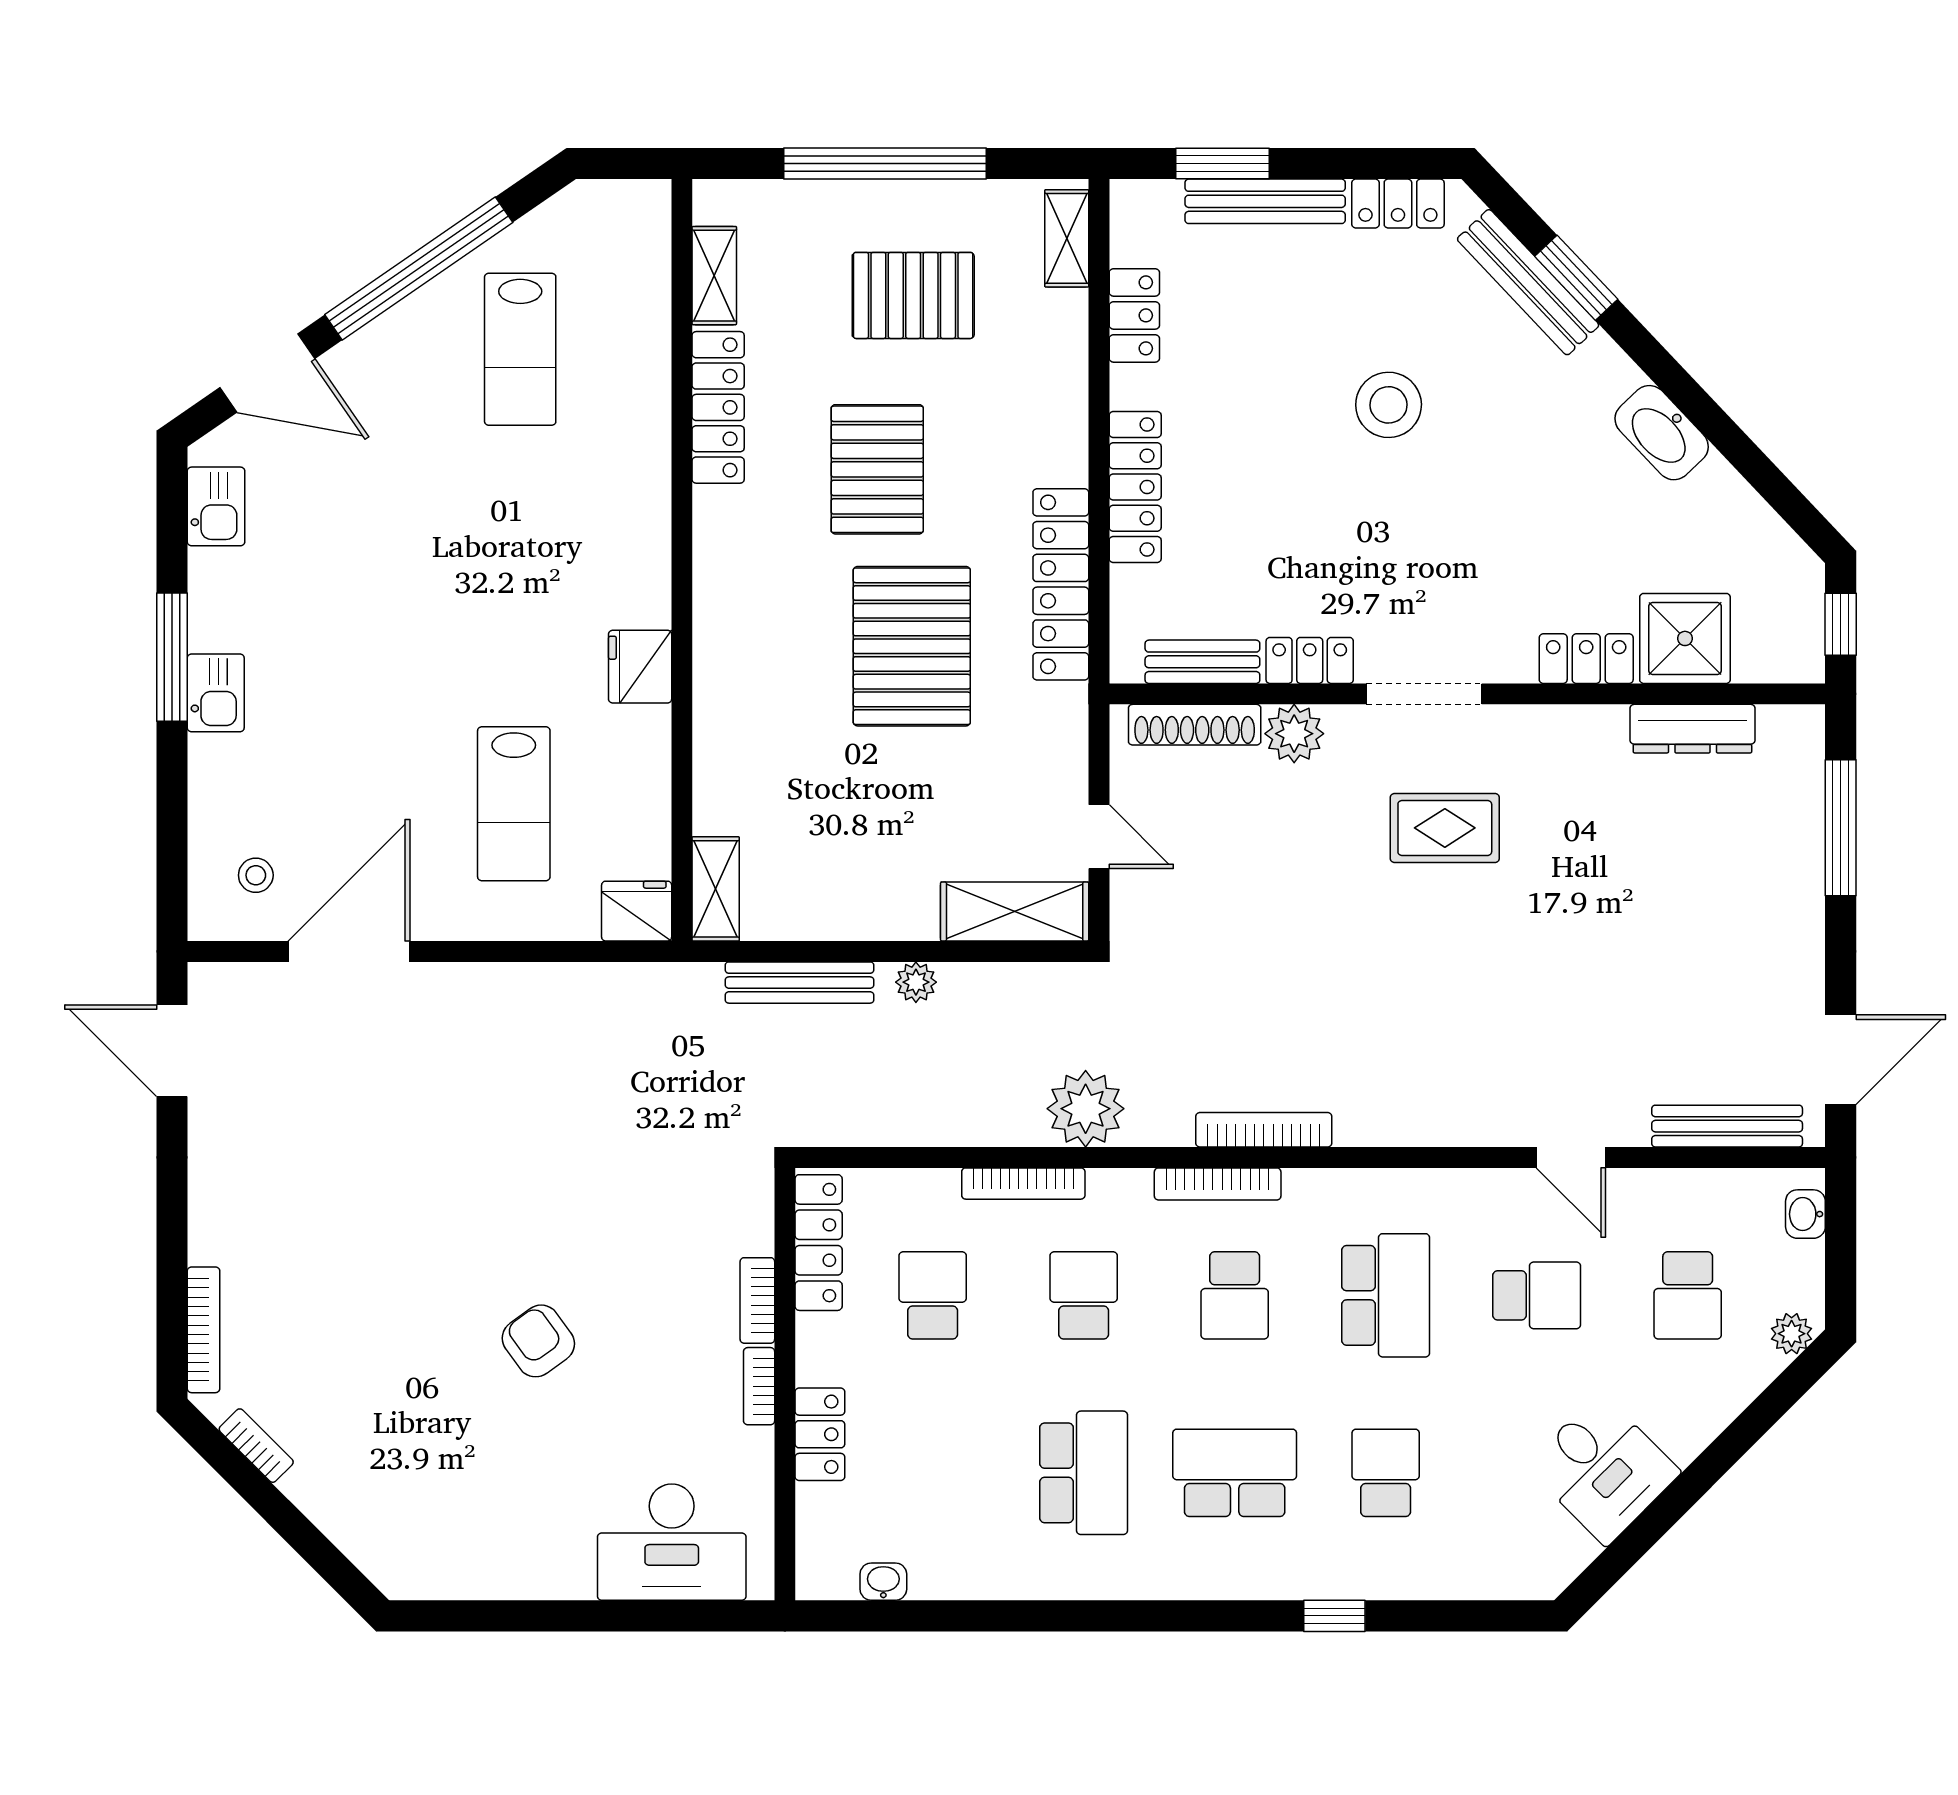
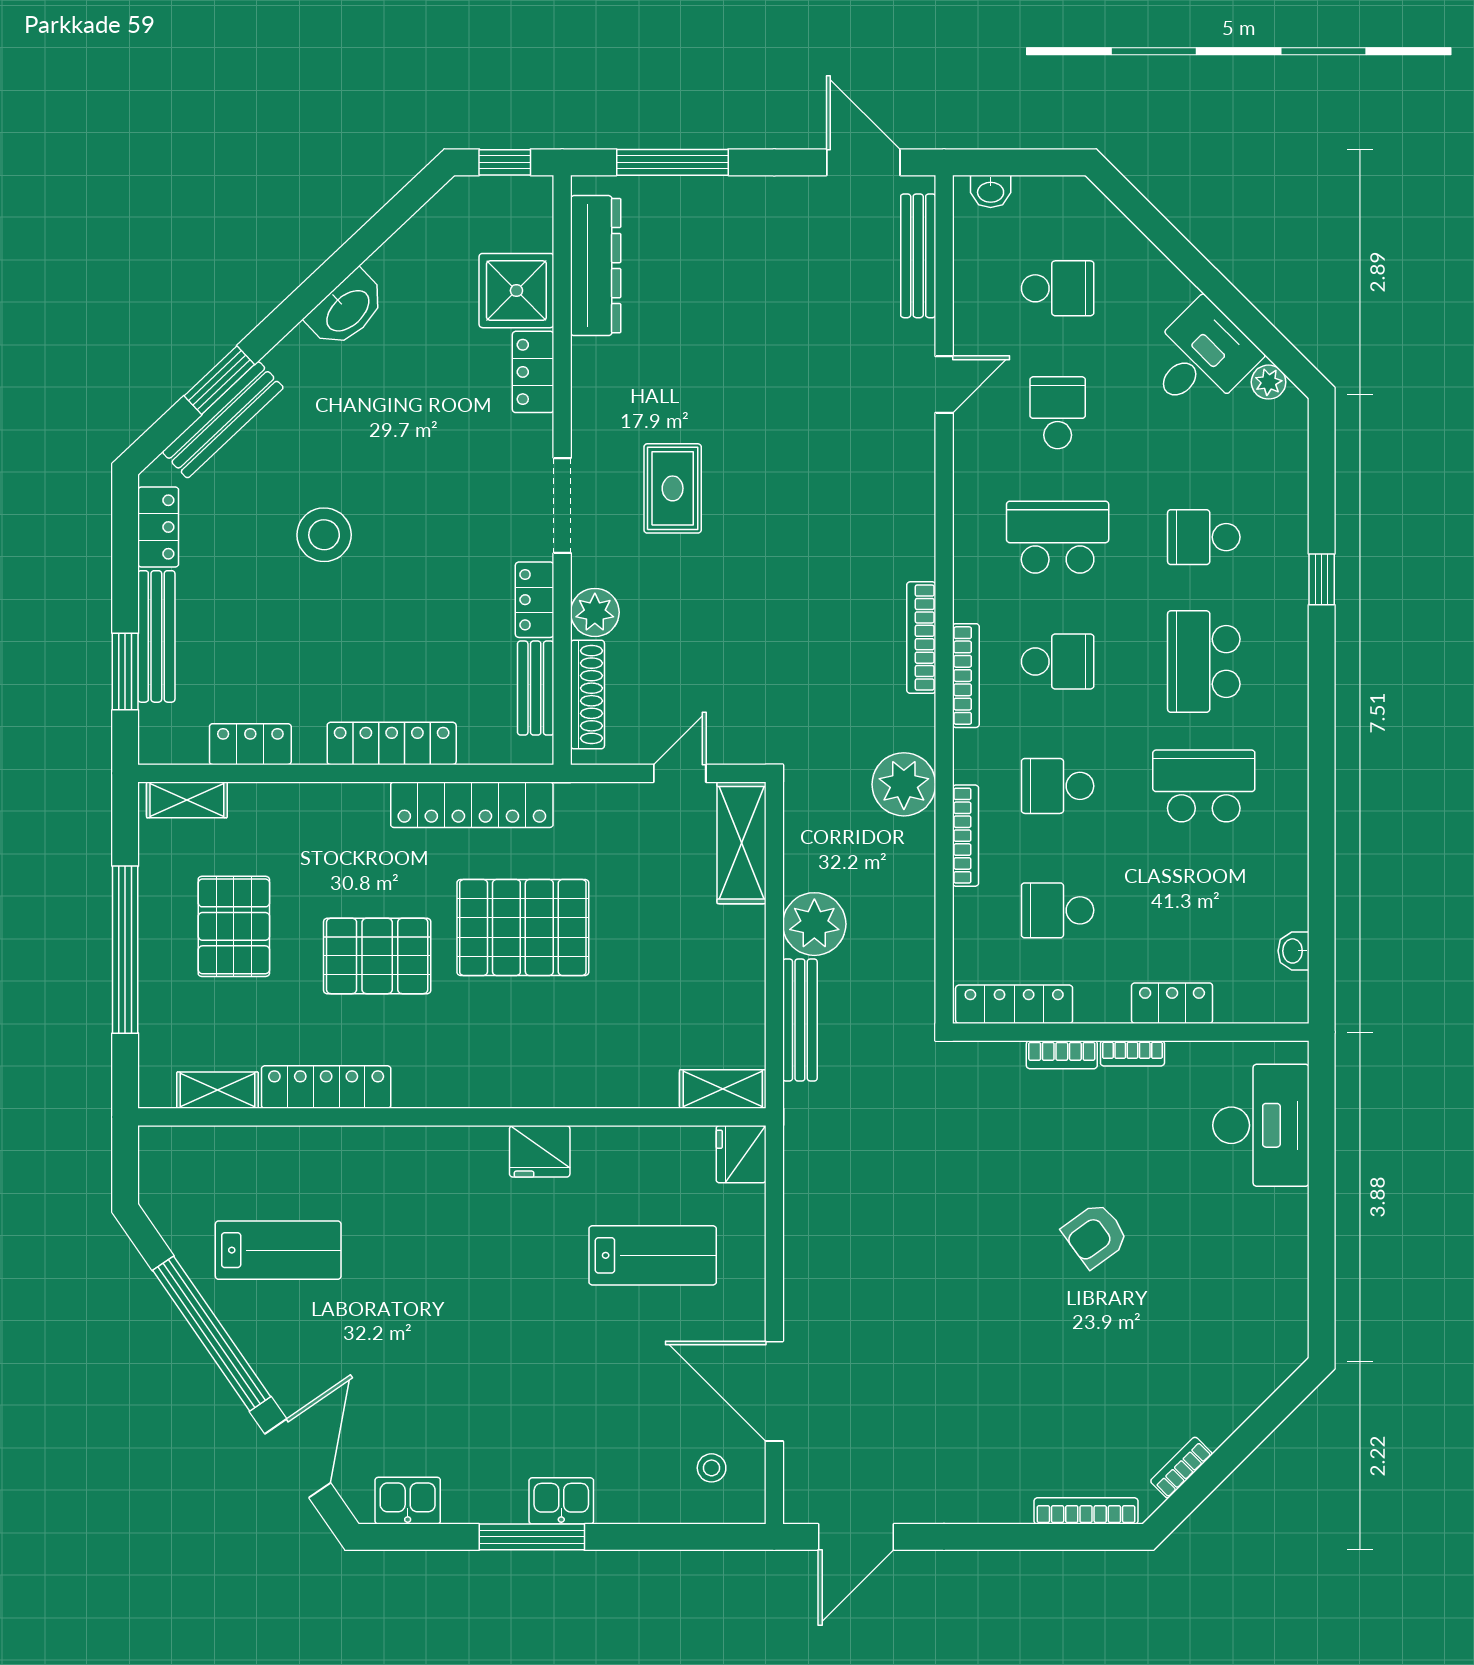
dresser: (1692, 729) -> (596, 266), width x1.37, depth x1.24
plant: (916, 982) -> (814, 924), width x1.87, depth x1.87
plant: (1792, 1334) -> (1269, 382), moved

